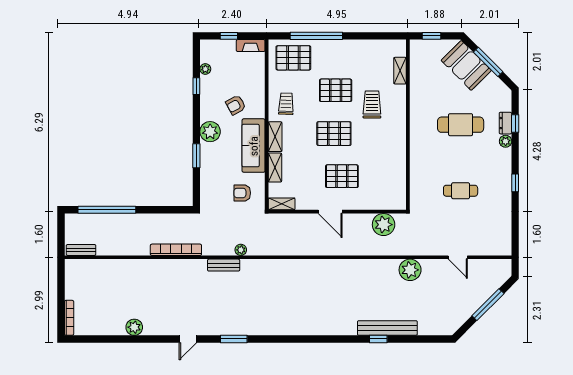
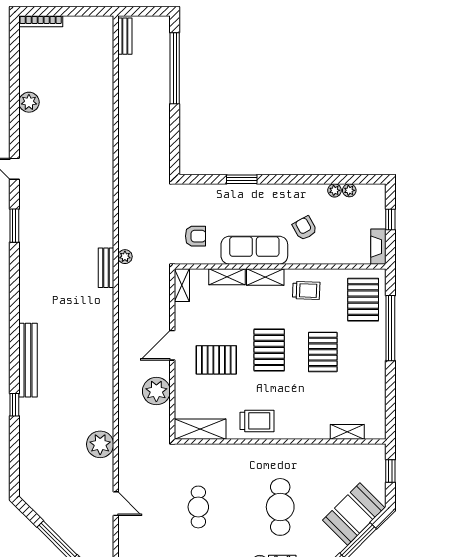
window: (196, 86) -> (328, 179), removed
trolley: (372, 104) -> (257, 421), moved
plant: (210, 132) -> (335, 190), moved, width x0.53, depth x0.53
pallet: (342, 176) -> (216, 360), turned 90
shelving: (398, 189) -> (200, 429), added
armchair: (242, 193) -> (195, 236), turned 90
plant: (384, 225) -> (156, 391), moved
bookcase: (176, 250) -> (125, 154), removed
plant: (241, 250) -> (125, 257), moved
door: (458, 257) -> (116, 504), swing flipped
bench: (224, 265) -> (106, 268), moved
bench: (387, 328) -> (28, 360), moved

